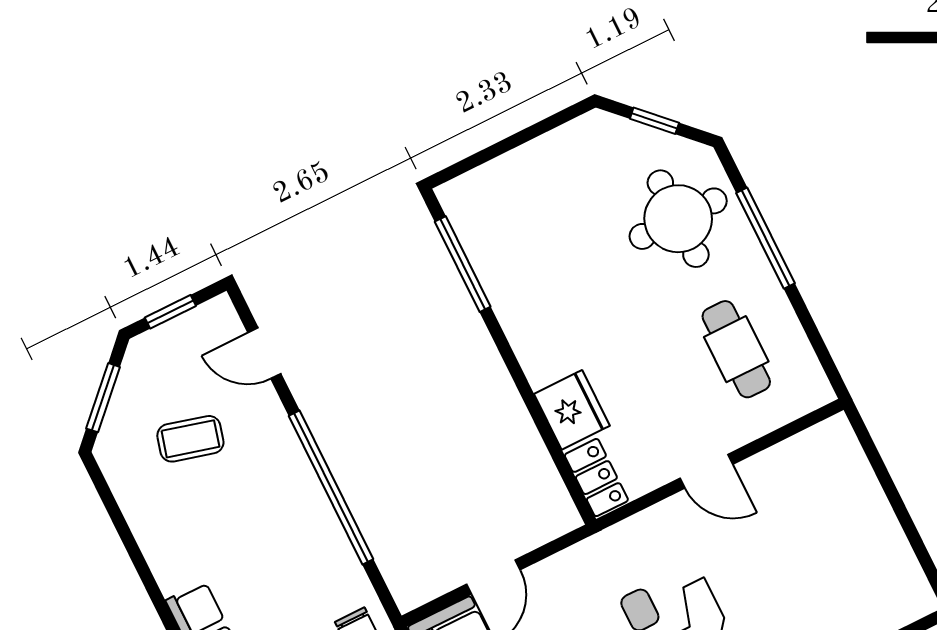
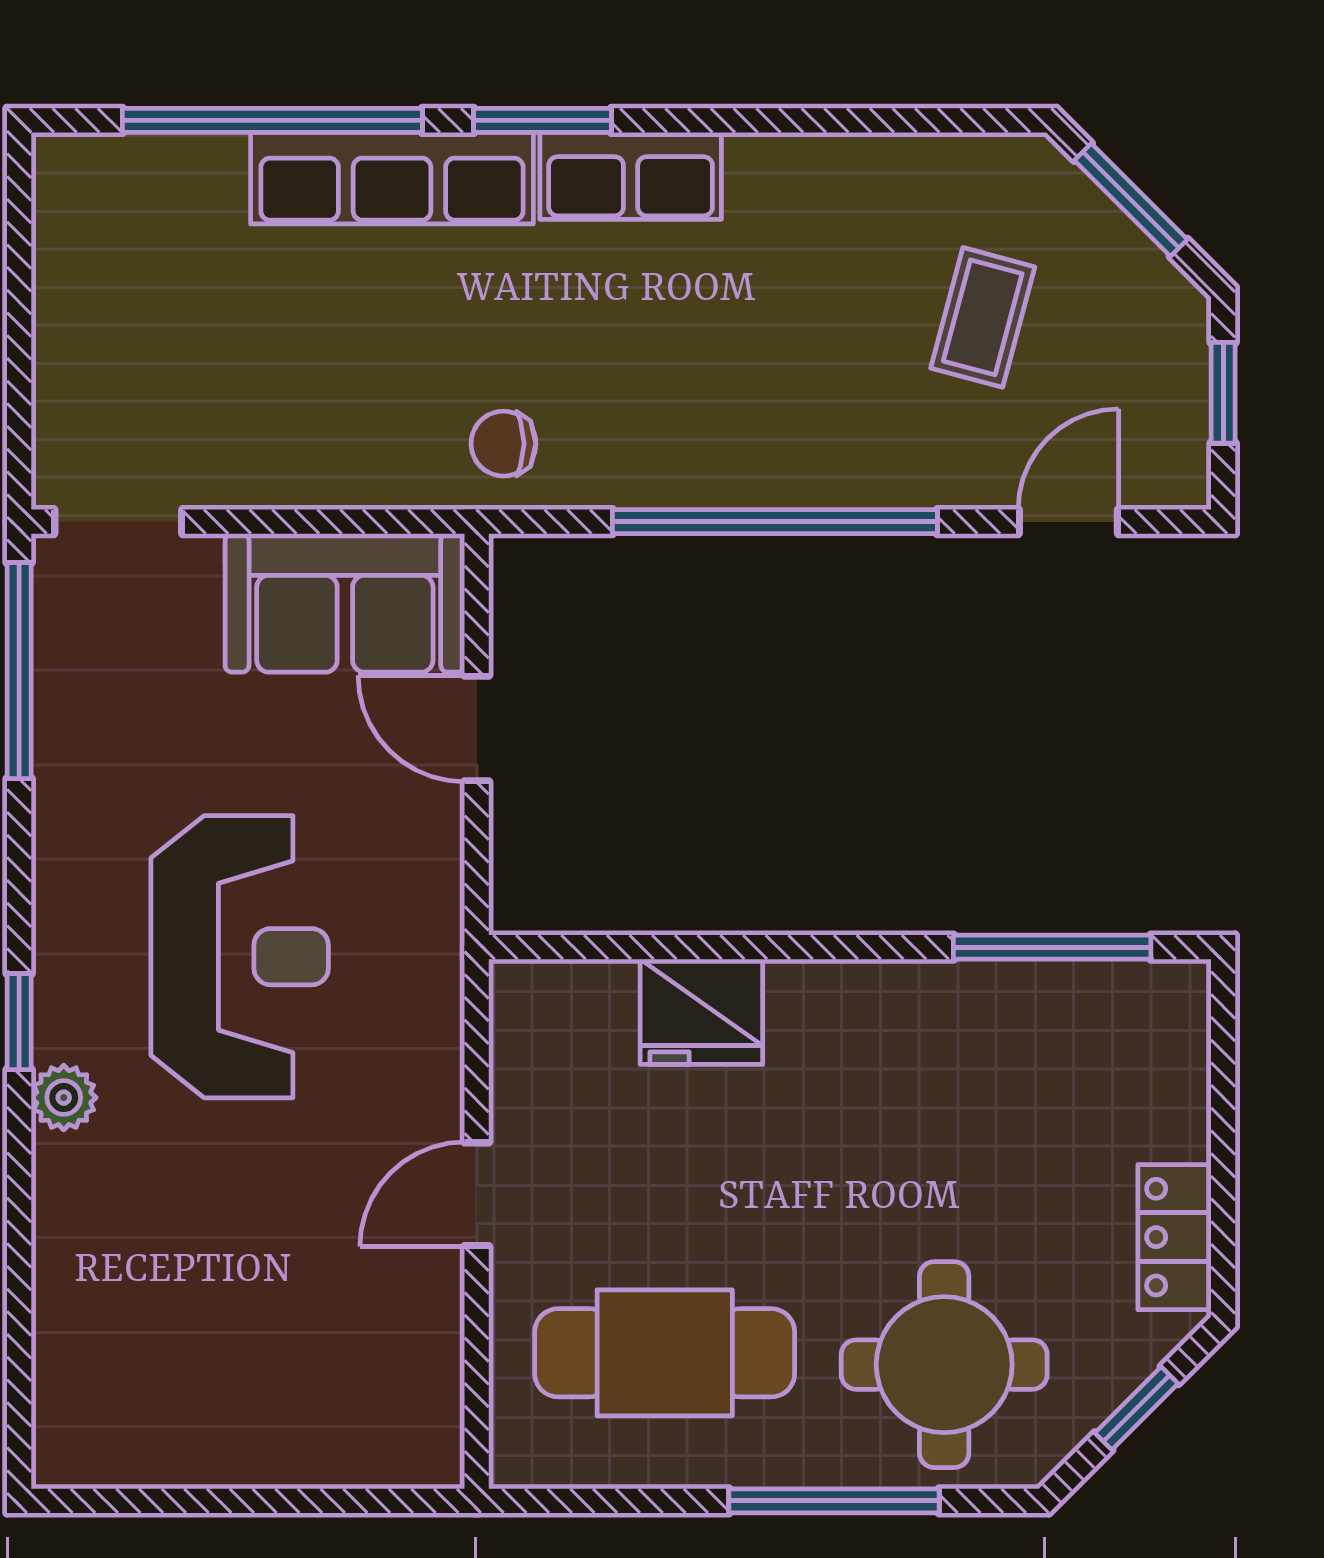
cafe table: (736, 349) -> (665, 1353), width x1.37, depth x1.35
locker: (596, 478) -> (1174, 1237), moved, turned 90

